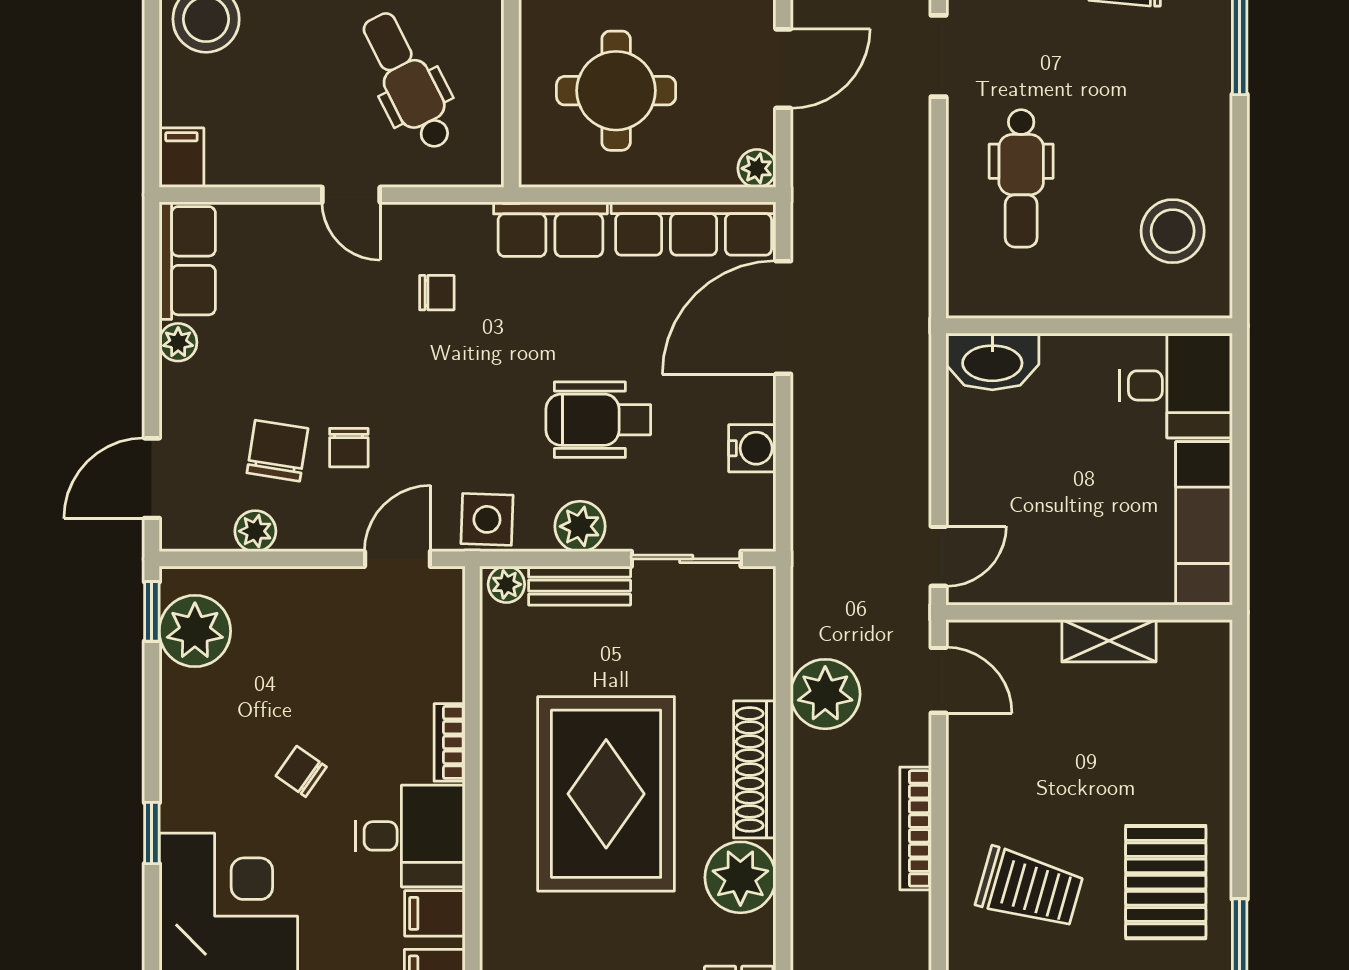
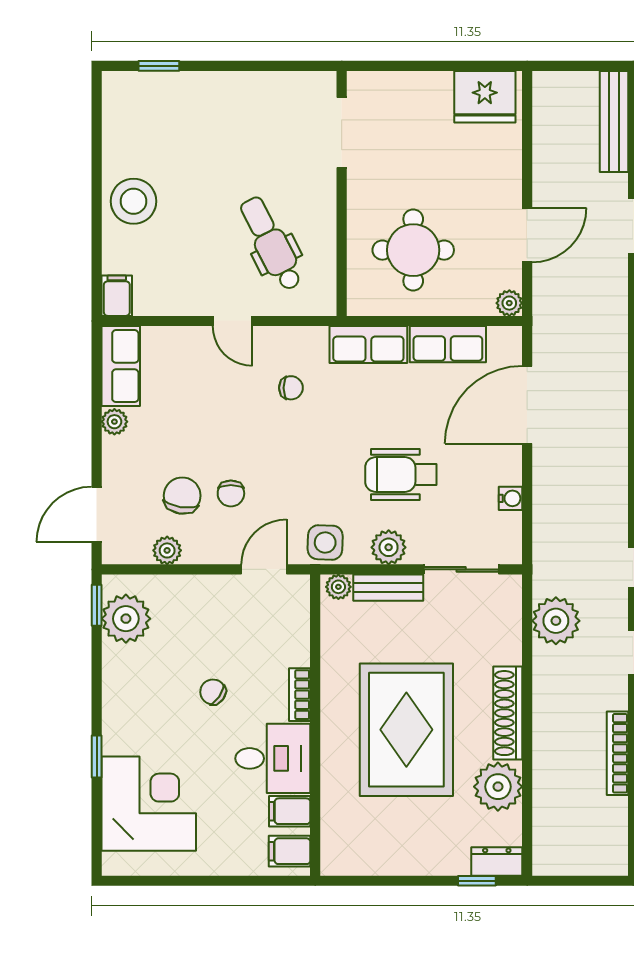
row of seats: (694, 229) -> (448, 344), width x0.68
water cooler: (752, 448) -> (511, 498), width x0.72, depth x0.72
plant: (825, 694) -> (556, 621), moved
chair: (301, 771) -> (213, 692), moved

